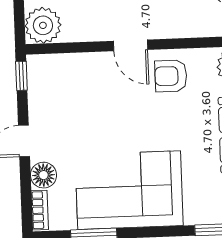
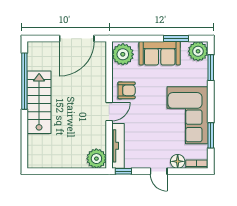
tv unit: (68, 64) -> (118, 146), added
armchair: (171, 76) -> (127, 90), turned -90

